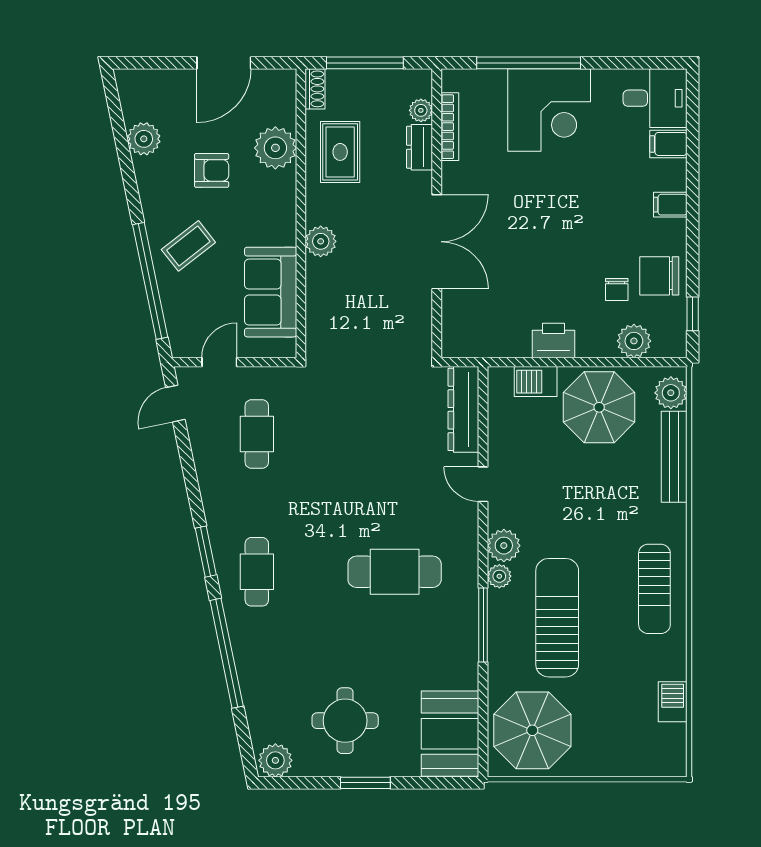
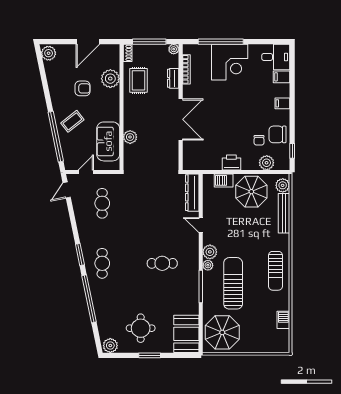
plant: (421, 110) -> (174, 49), moved
plant: (144, 139) -> (49, 53), moved
plant: (321, 241) -> (130, 137), moved
cafe table: (395, 572) -> (162, 263), width x0.73, depth x0.74

